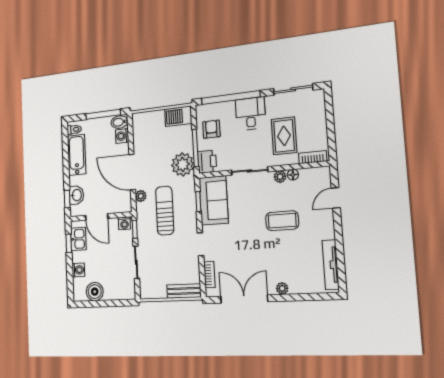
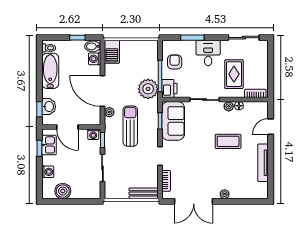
window: (231, 98) -> (192, 38), width x0.47
window: (103, 114) -> (77, 38), width x0.46
barbecue: (178, 116) -> (112, 52), moved, turned -90
tv unit: (331, 265) -> (263, 163), moved
double door: (244, 299) -> (194, 201), swing flipped

